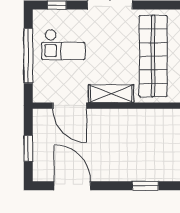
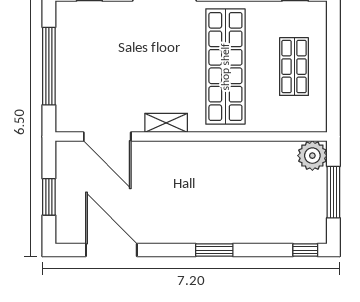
checkout: (63, 45) -> (98, 50), removed
shelving: (111, 94) -> (166, 123), width x0.67, depth x0.75

